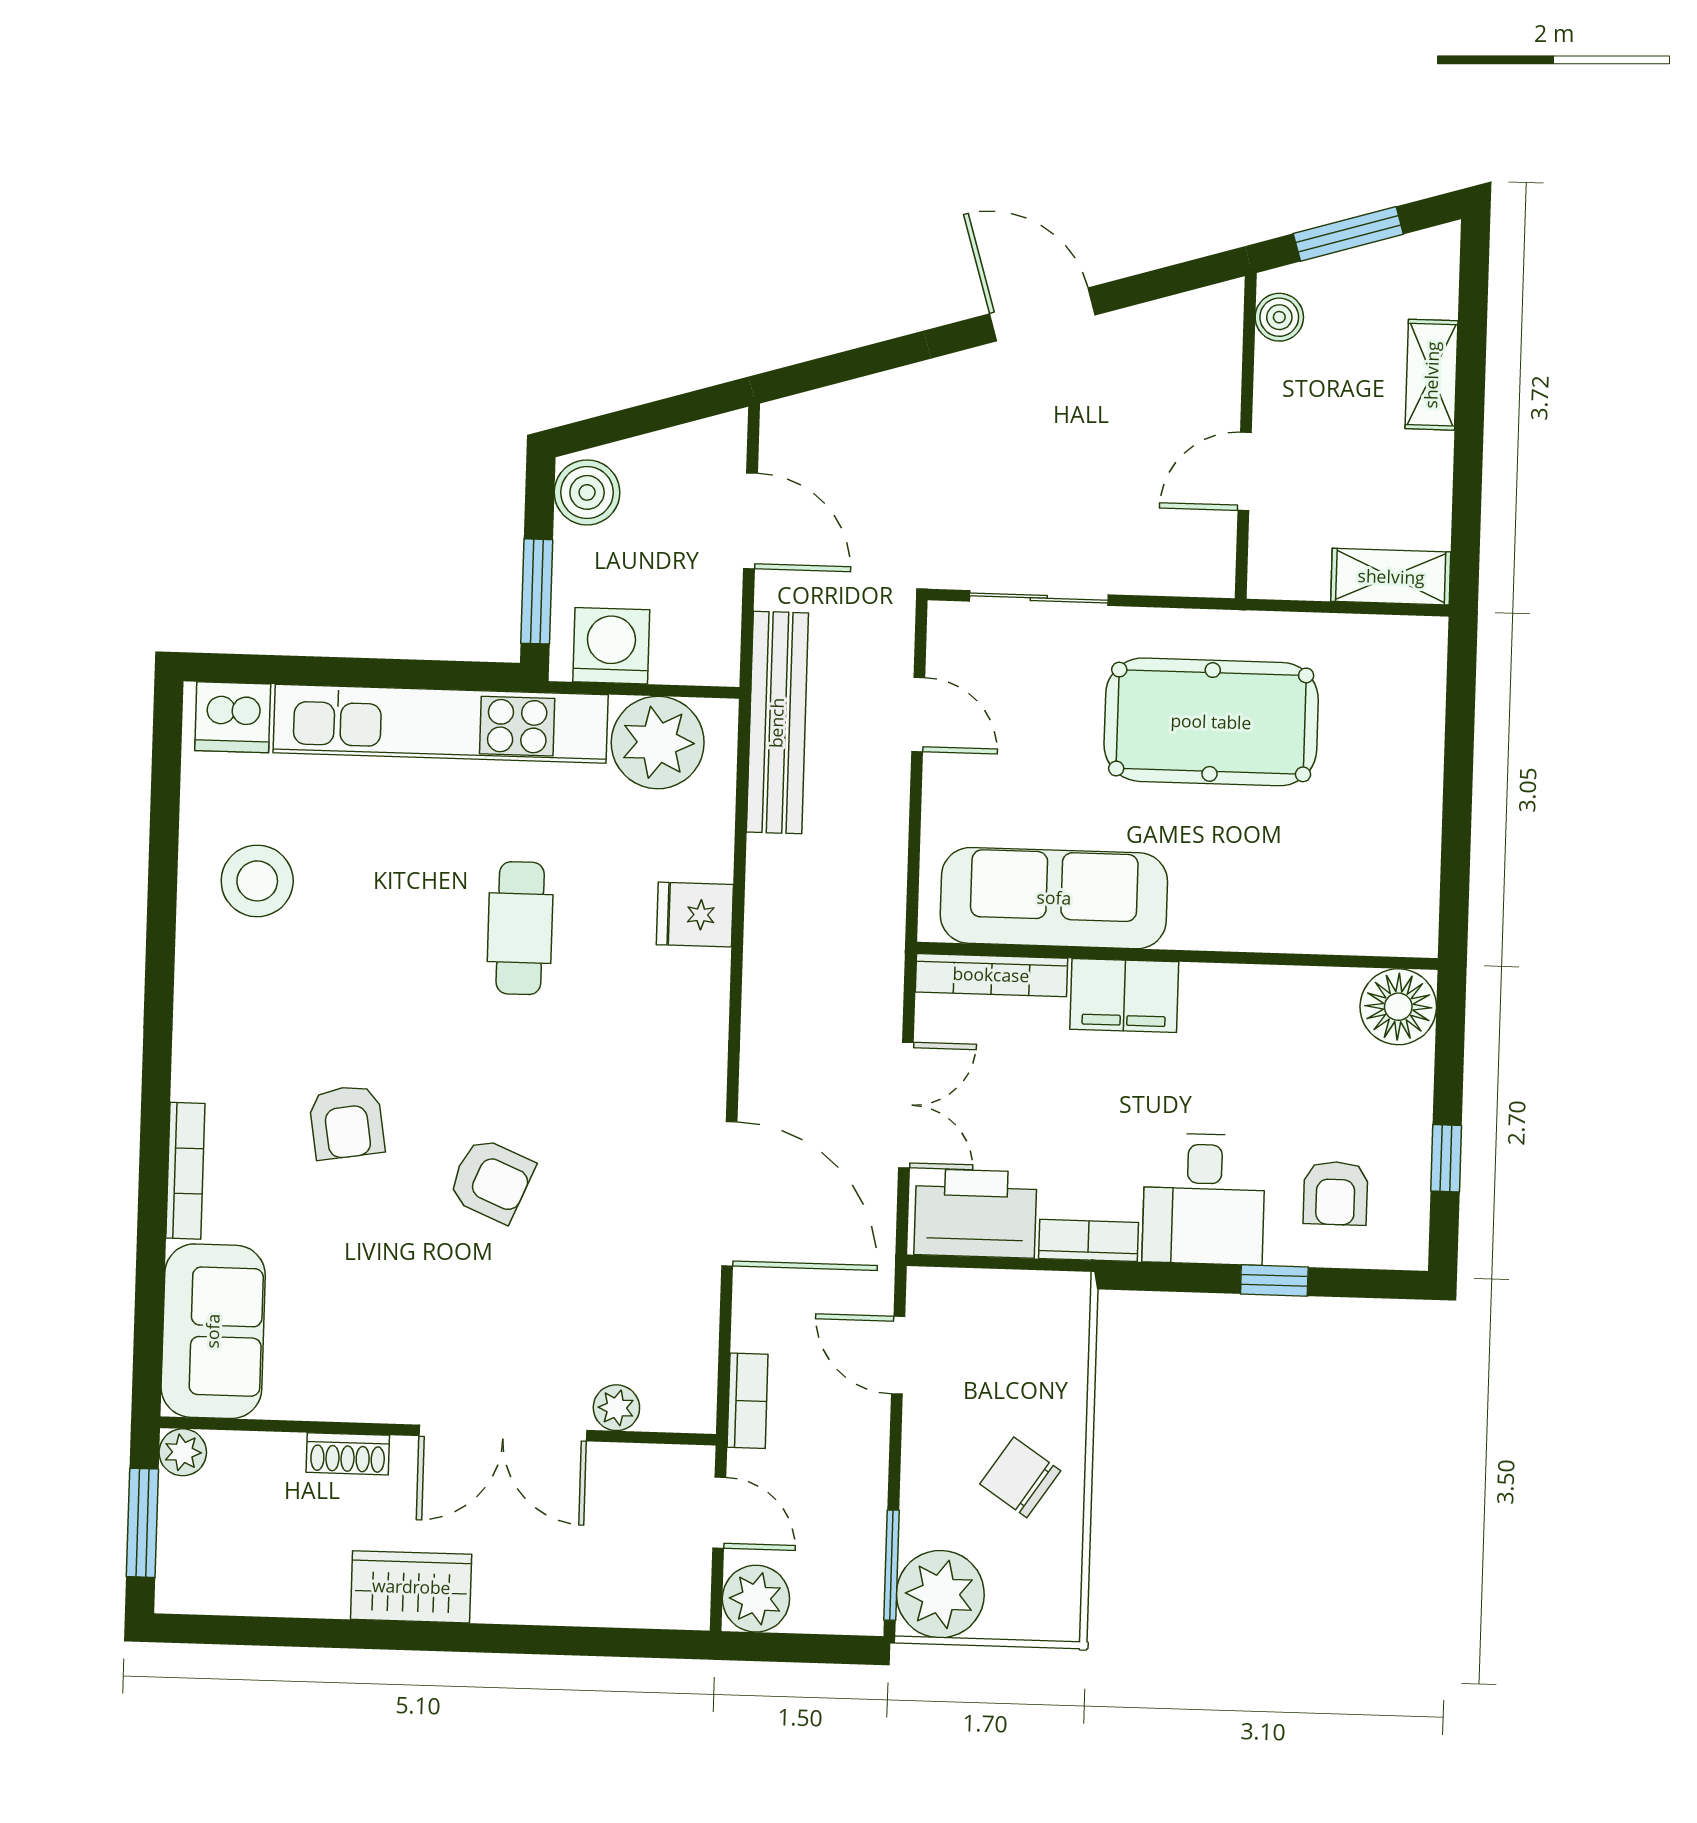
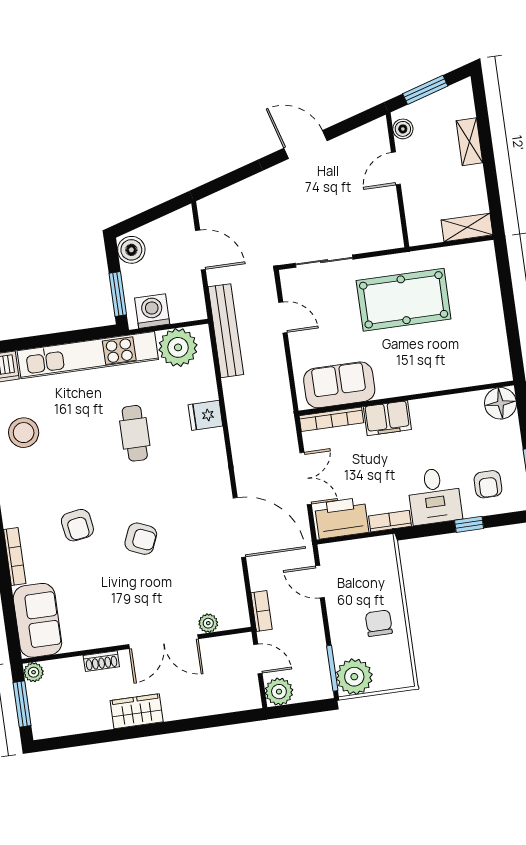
door: (1245, 472) -> (396, 168), moved
sofa: (1054, 898) -> (339, 385), width x0.73
chair: (1020, 1477) -> (379, 623), turned 56

